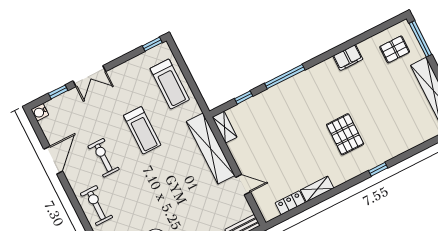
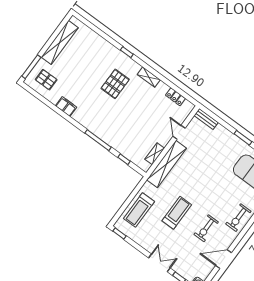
treadmill: (170, 84) -> (139, 210), turned 180
shelving: (225, 127) -> (155, 154), moved
shelving: (317, 189) -> (149, 77), moved

